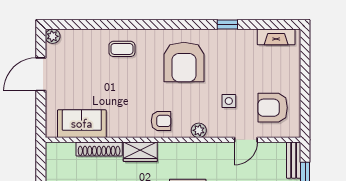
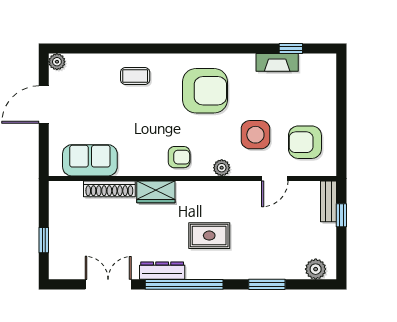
window: (227, 25) -> (291, 49), moved
fireplace: (276, 37) -> (277, 62), moved
armchair: (184, 62) -> (205, 91), turned -90
side table: (229, 101) -> (255, 135), width x1.87, depth x1.87

